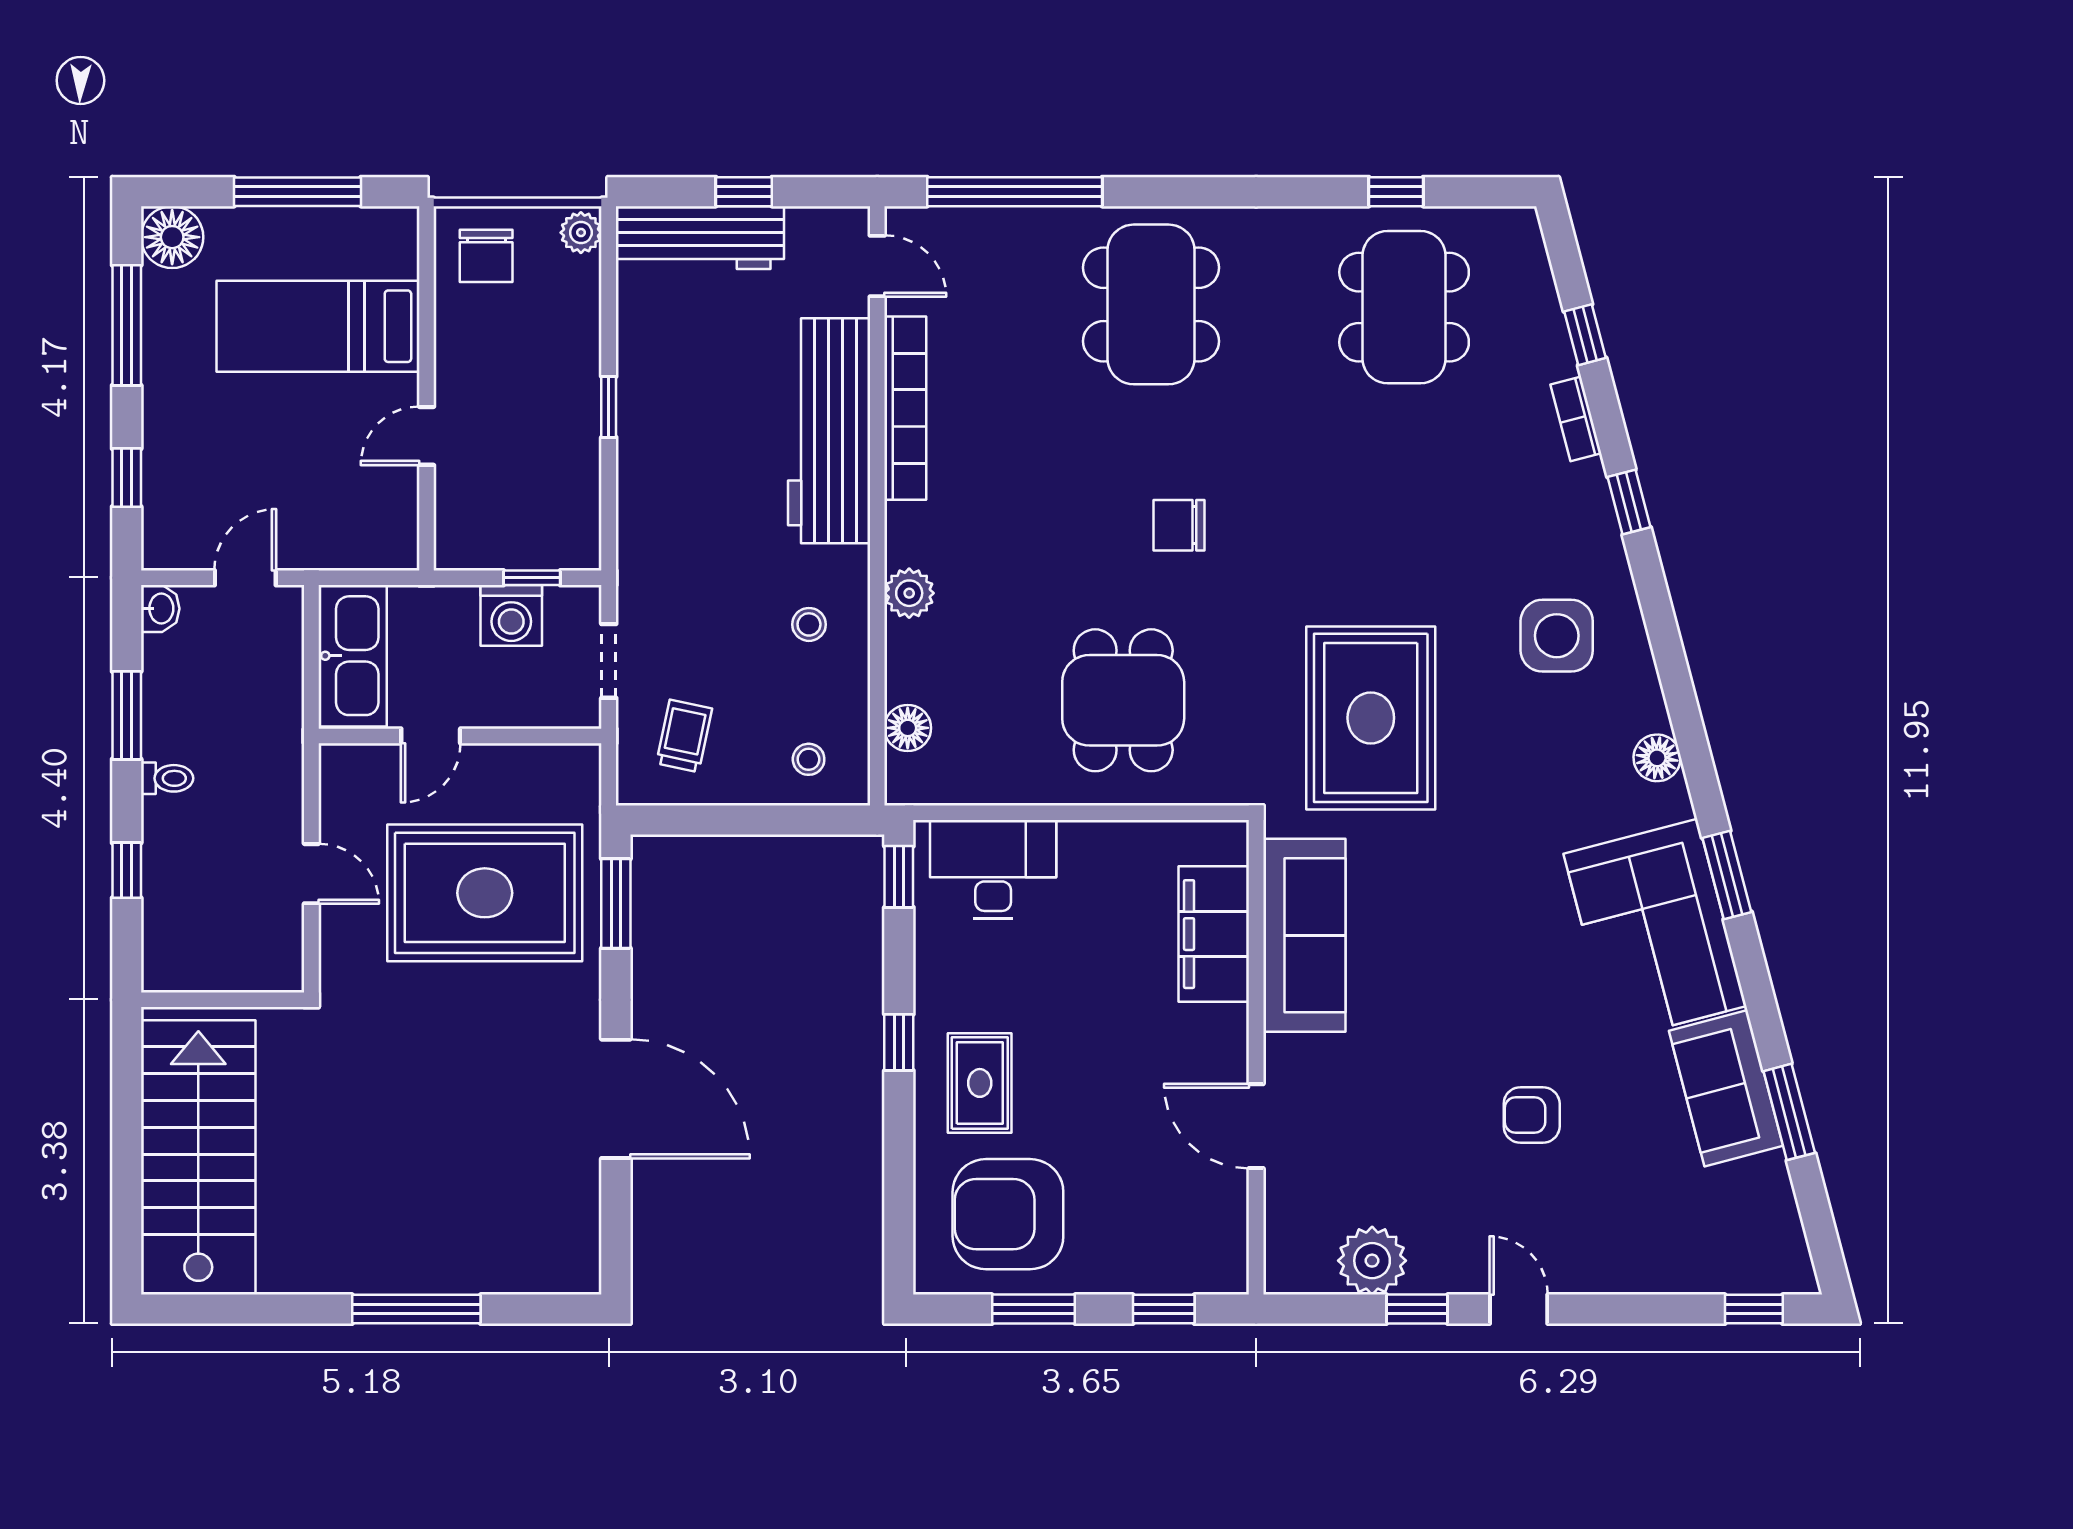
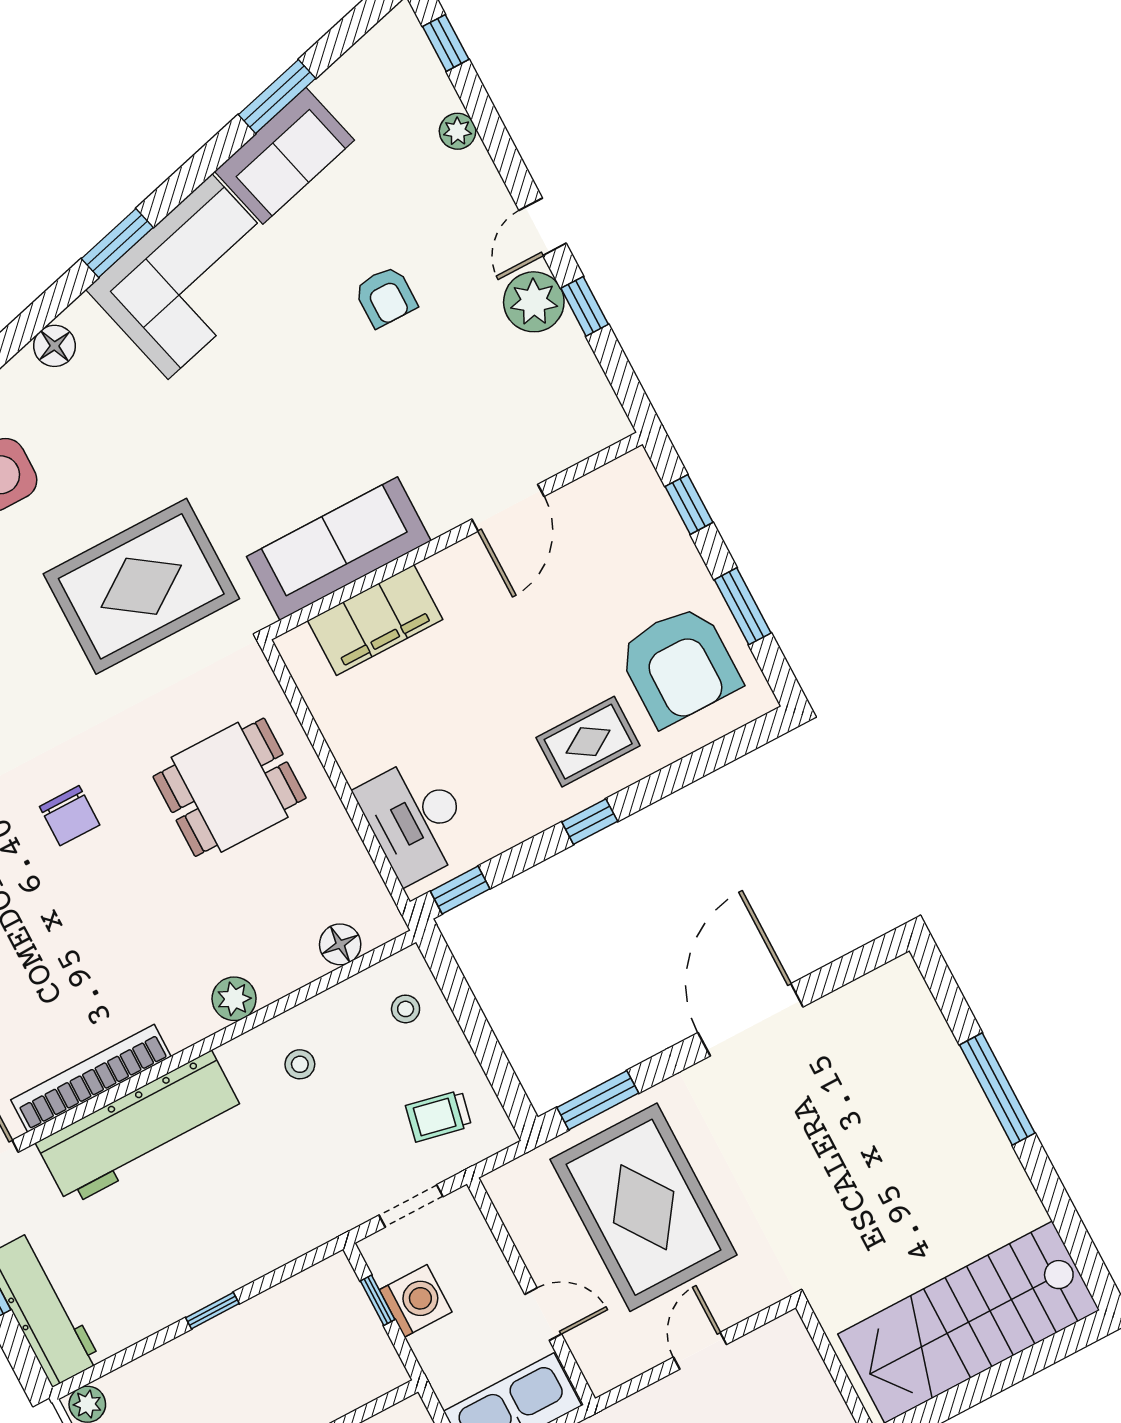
plant: (1372, 1261) -> (534, 302), moved
plant: (1659, 1274) -> (458, 131), added

